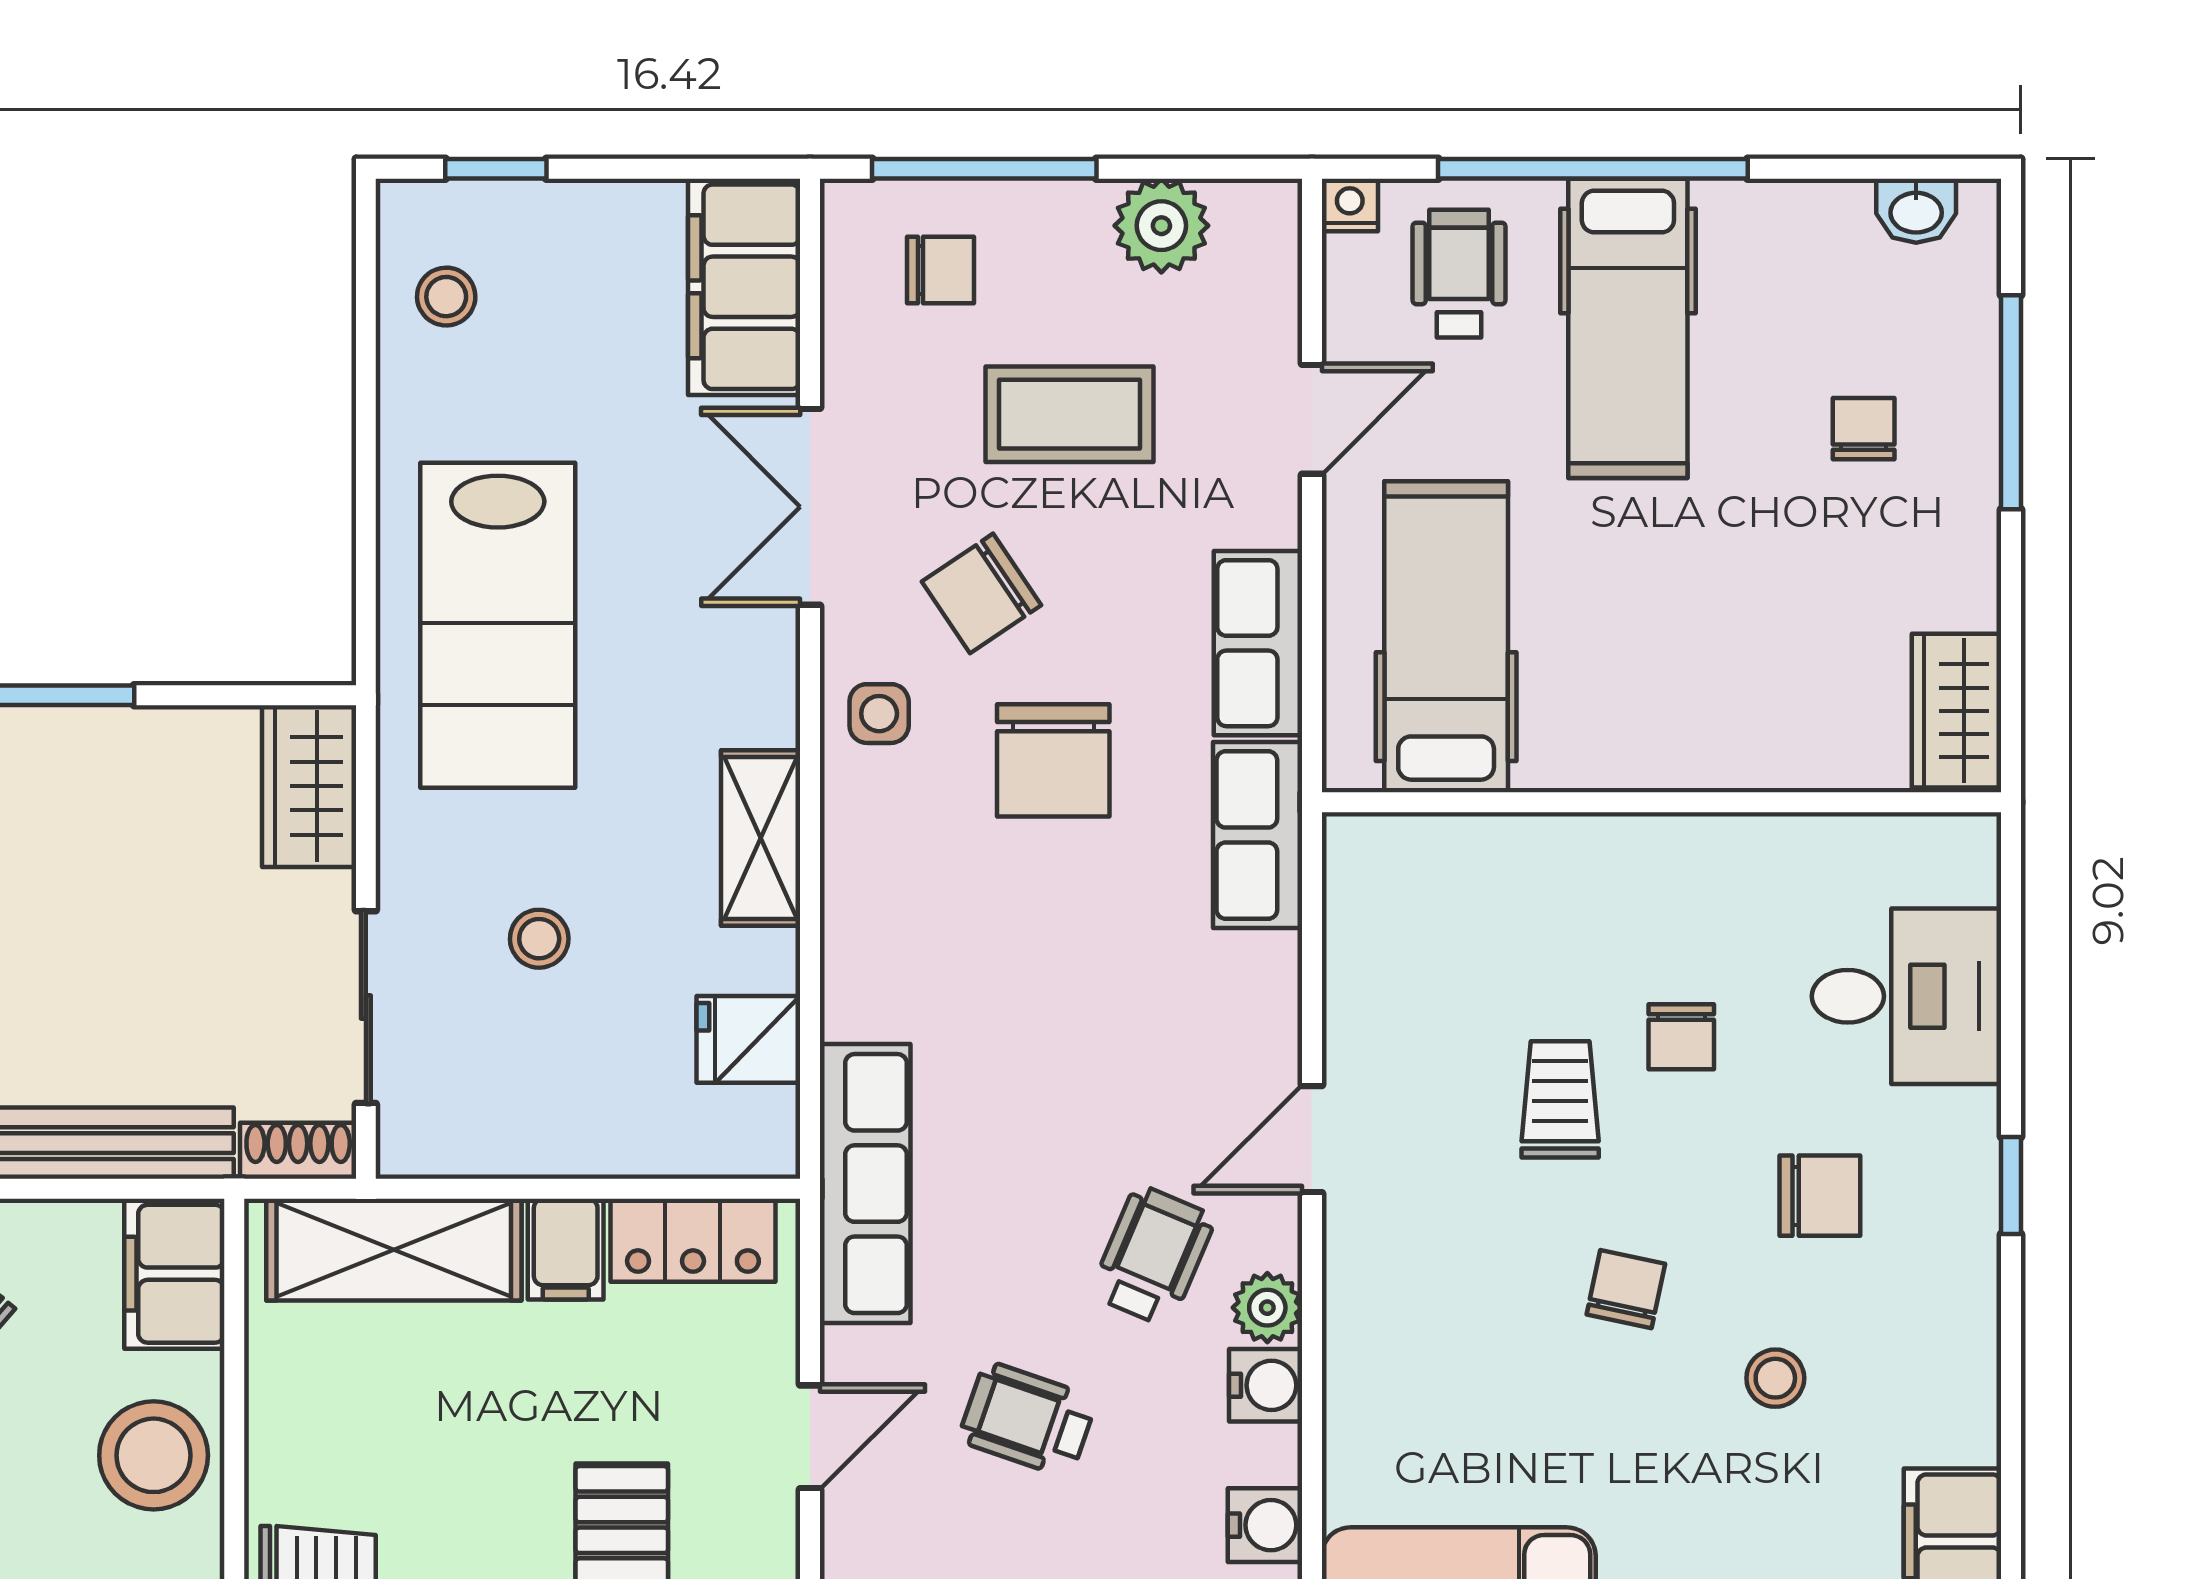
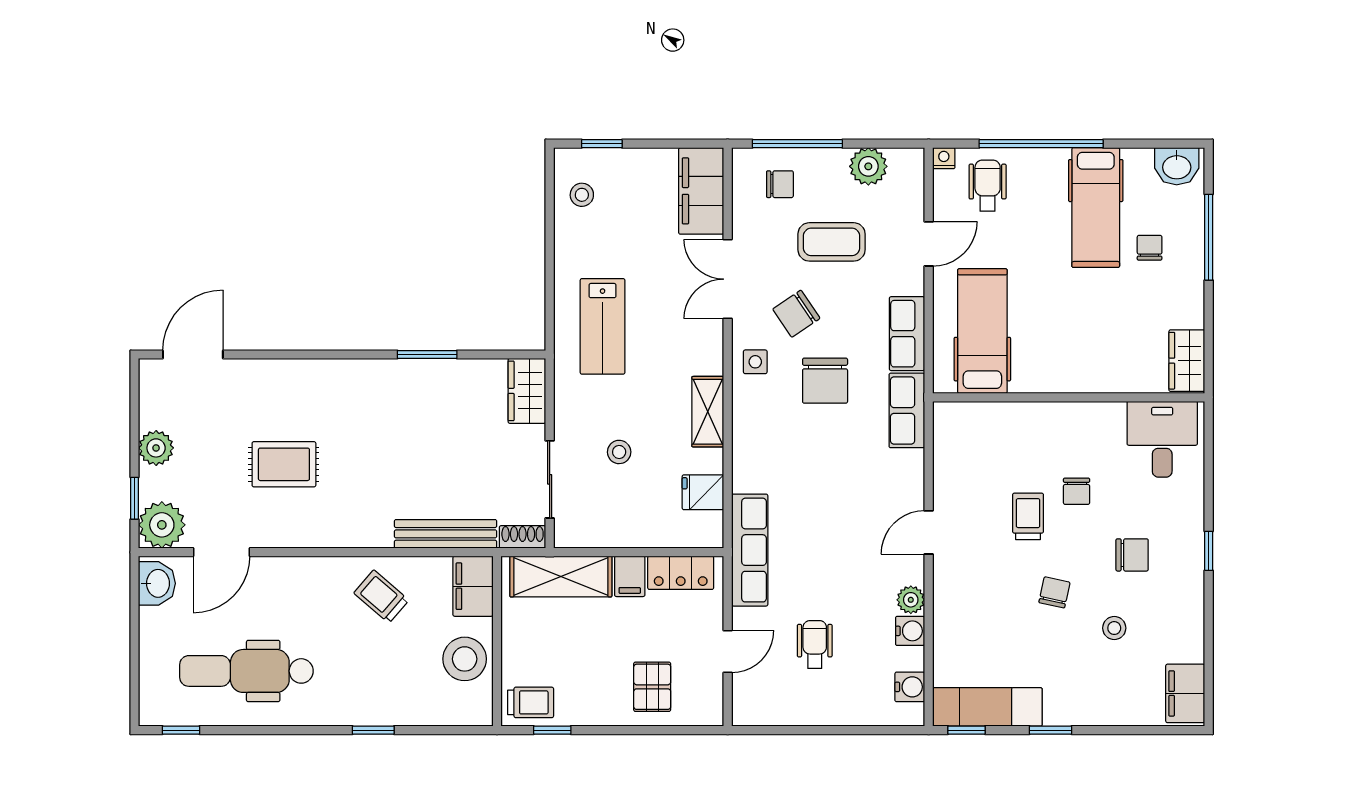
washbasin: (1916, 211) -> (1177, 166), width x1.38, depth x1.45
hospital bed: (1628, 328) -> (1096, 208), moved
lab bench: (498, 625) -> (603, 326), width x0.73, depth x0.72
desk: (1907, 996) -> (1162, 439), moved, turned -90
wheelchair: (1153, 1256) -> (865, 579), removed
wheelchair: (1028, 1419) -> (815, 644), turned 71

